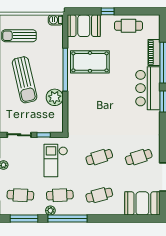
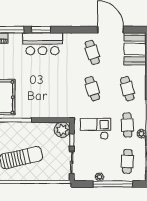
bar counter: (148, 88) -> (43, 44), moved
plant: (55, 97) -> (62, 130), moved
checkout: (56, 160) -> (95, 129), turned 180

